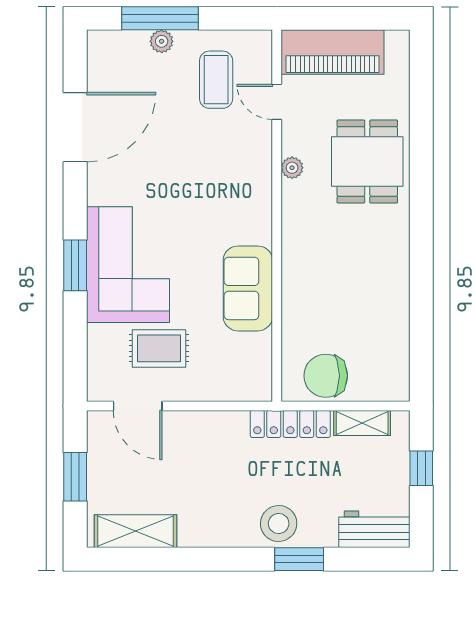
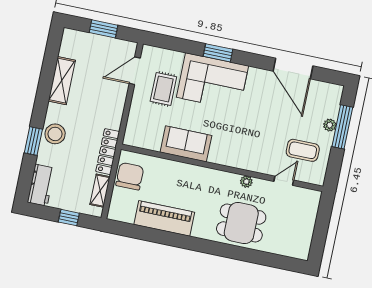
piano: (333, 52) -> (164, 218), moved, turned 90
shelving: (135, 531) -> (62, 81), moved

